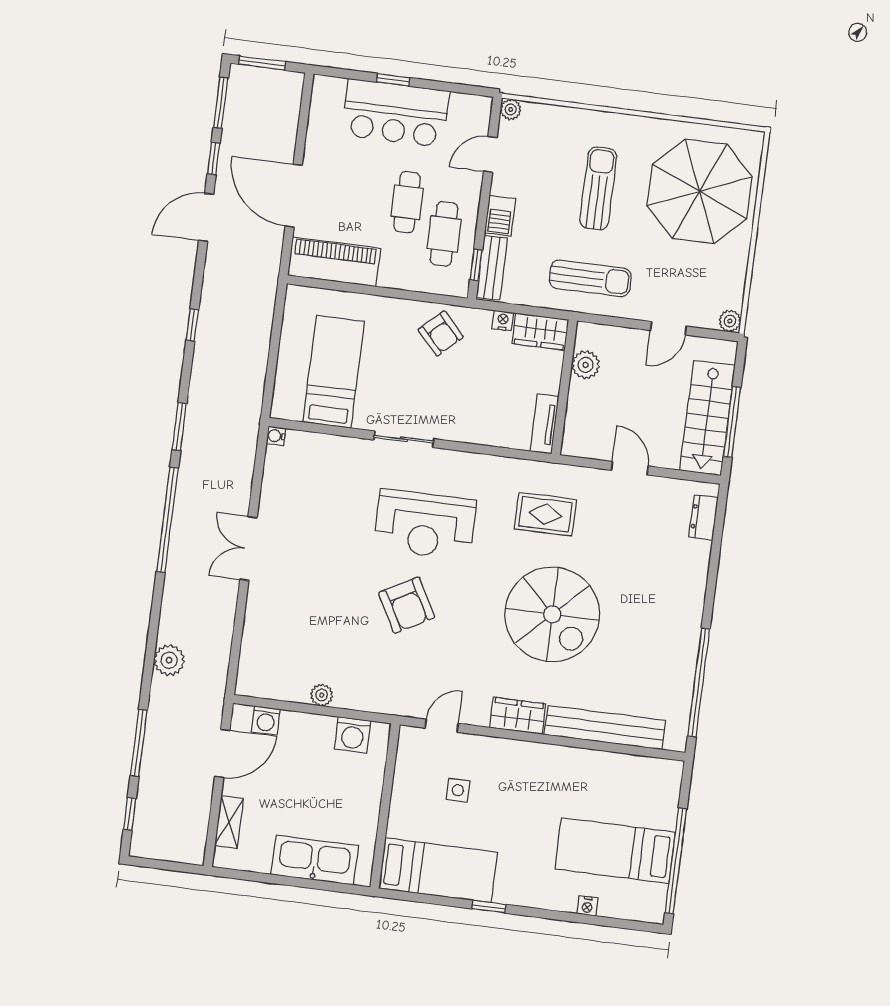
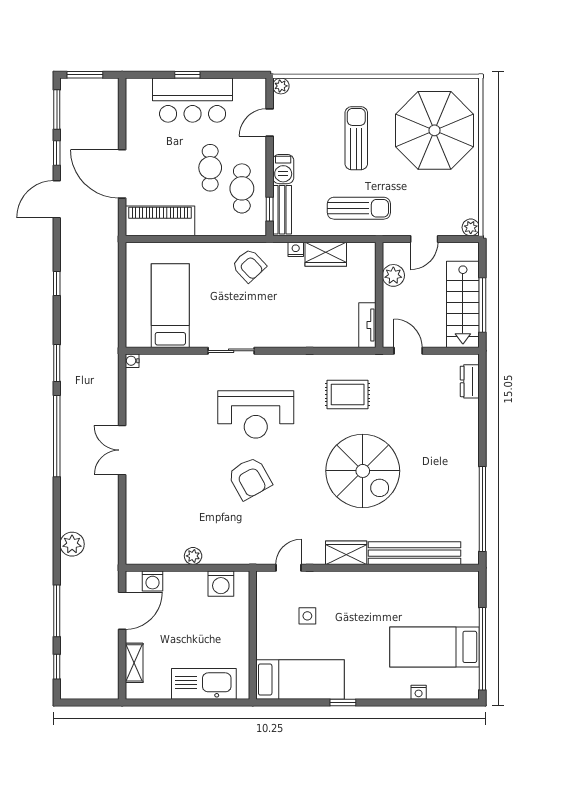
plant: (586, 365) -> (393, 275), moved
wall: (564, 387) -> (379, 295), moved
tv unit: (544, 424) -> (367, 325), moved

